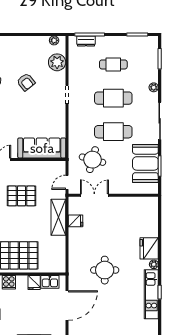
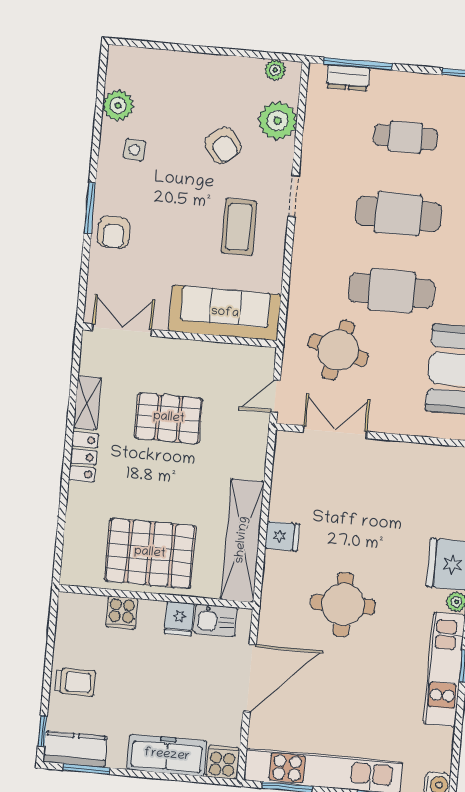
armchair: (26, 82) -> (223, 146), moved
coffee table: (45, 110) -> (239, 227), added
shelving: (58, 217) -> (242, 540), moved, width x1.47
fridge: (76, 221) -> (282, 536), moved

